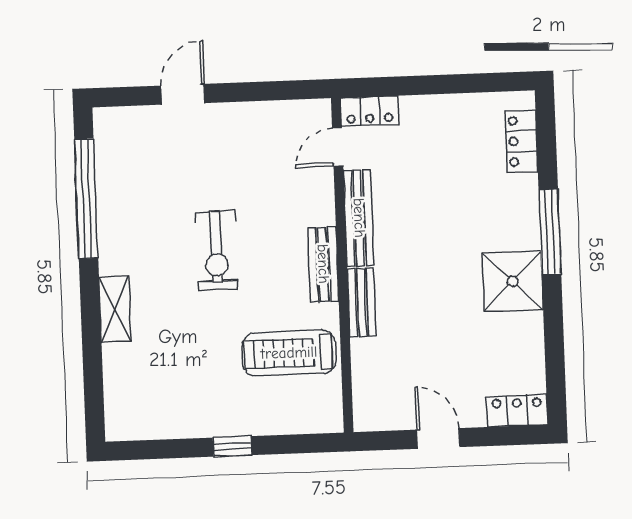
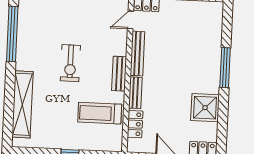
locker: (521, 141) -> (135, 124), moved, turned 180
shower: (513, 281) -> (205, 108), moved
shelving: (115, 309) -> (22, 104), width x2.20, depth x1.33

